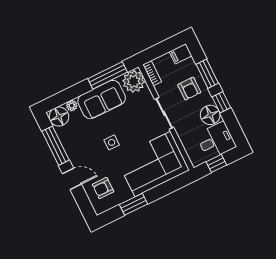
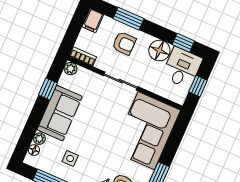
window: (108, 75) -> (48, 89), width x0.46
plant: (134, 81) -> (71, 69), width x0.53, depth x0.53
window: (221, 102) -> (183, 43), moved
floor lamp: (59, 117) -> (34, 150), width x0.53, depth x0.53
side table: (112, 142) -> (70, 158), moved

